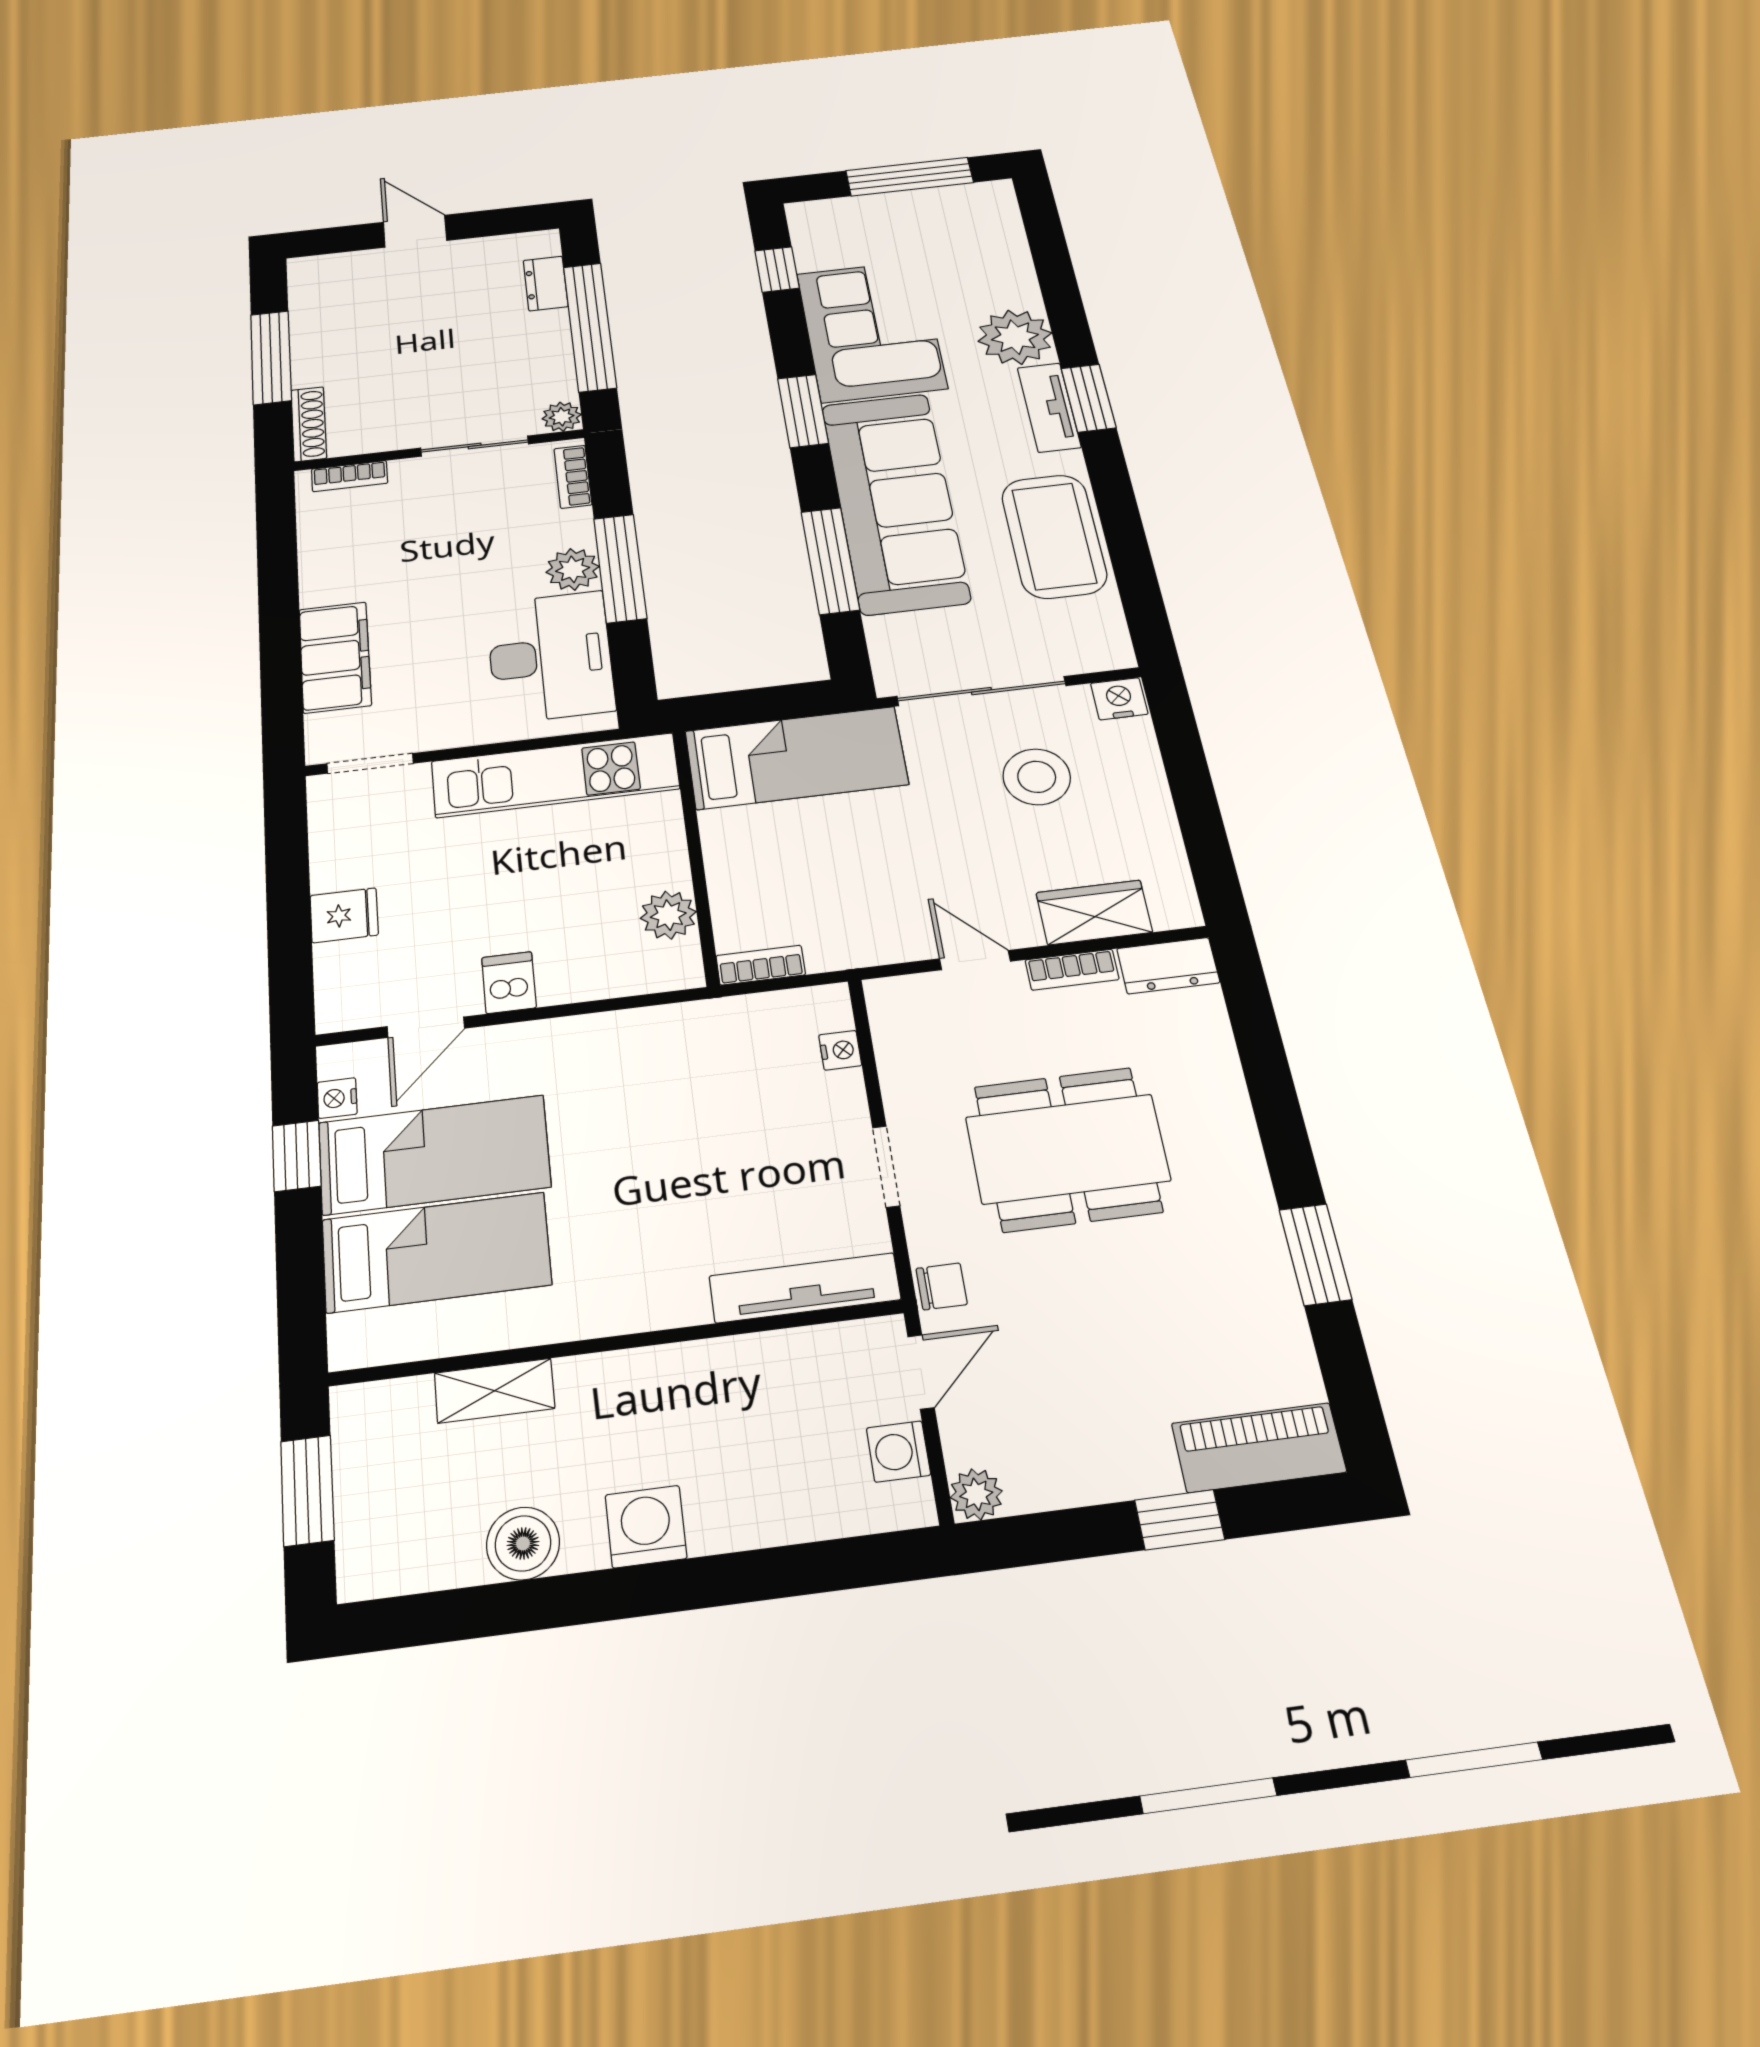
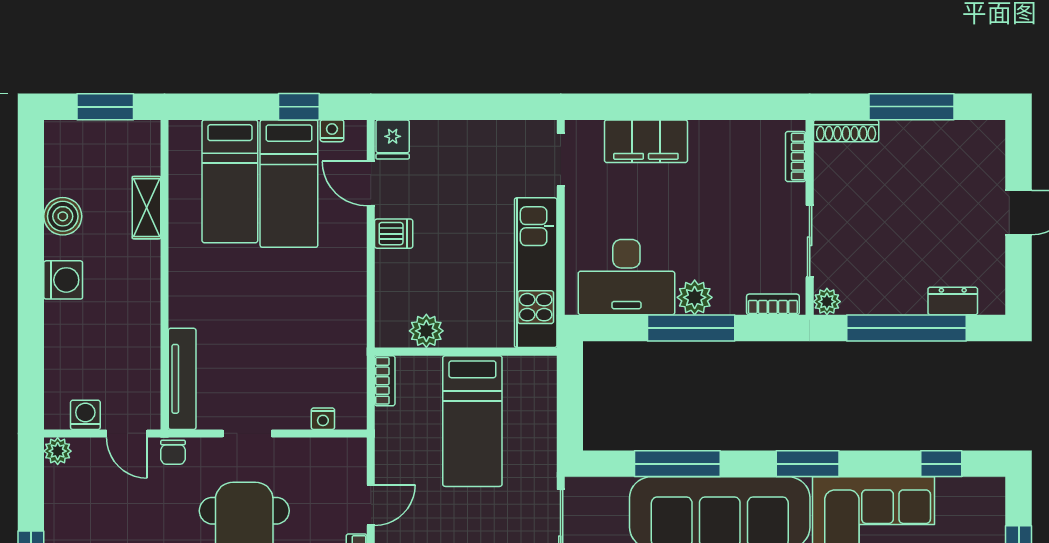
bed: (796, 758) -> (472, 421), moved
fridge: (344, 915) -> (393, 139), moved

